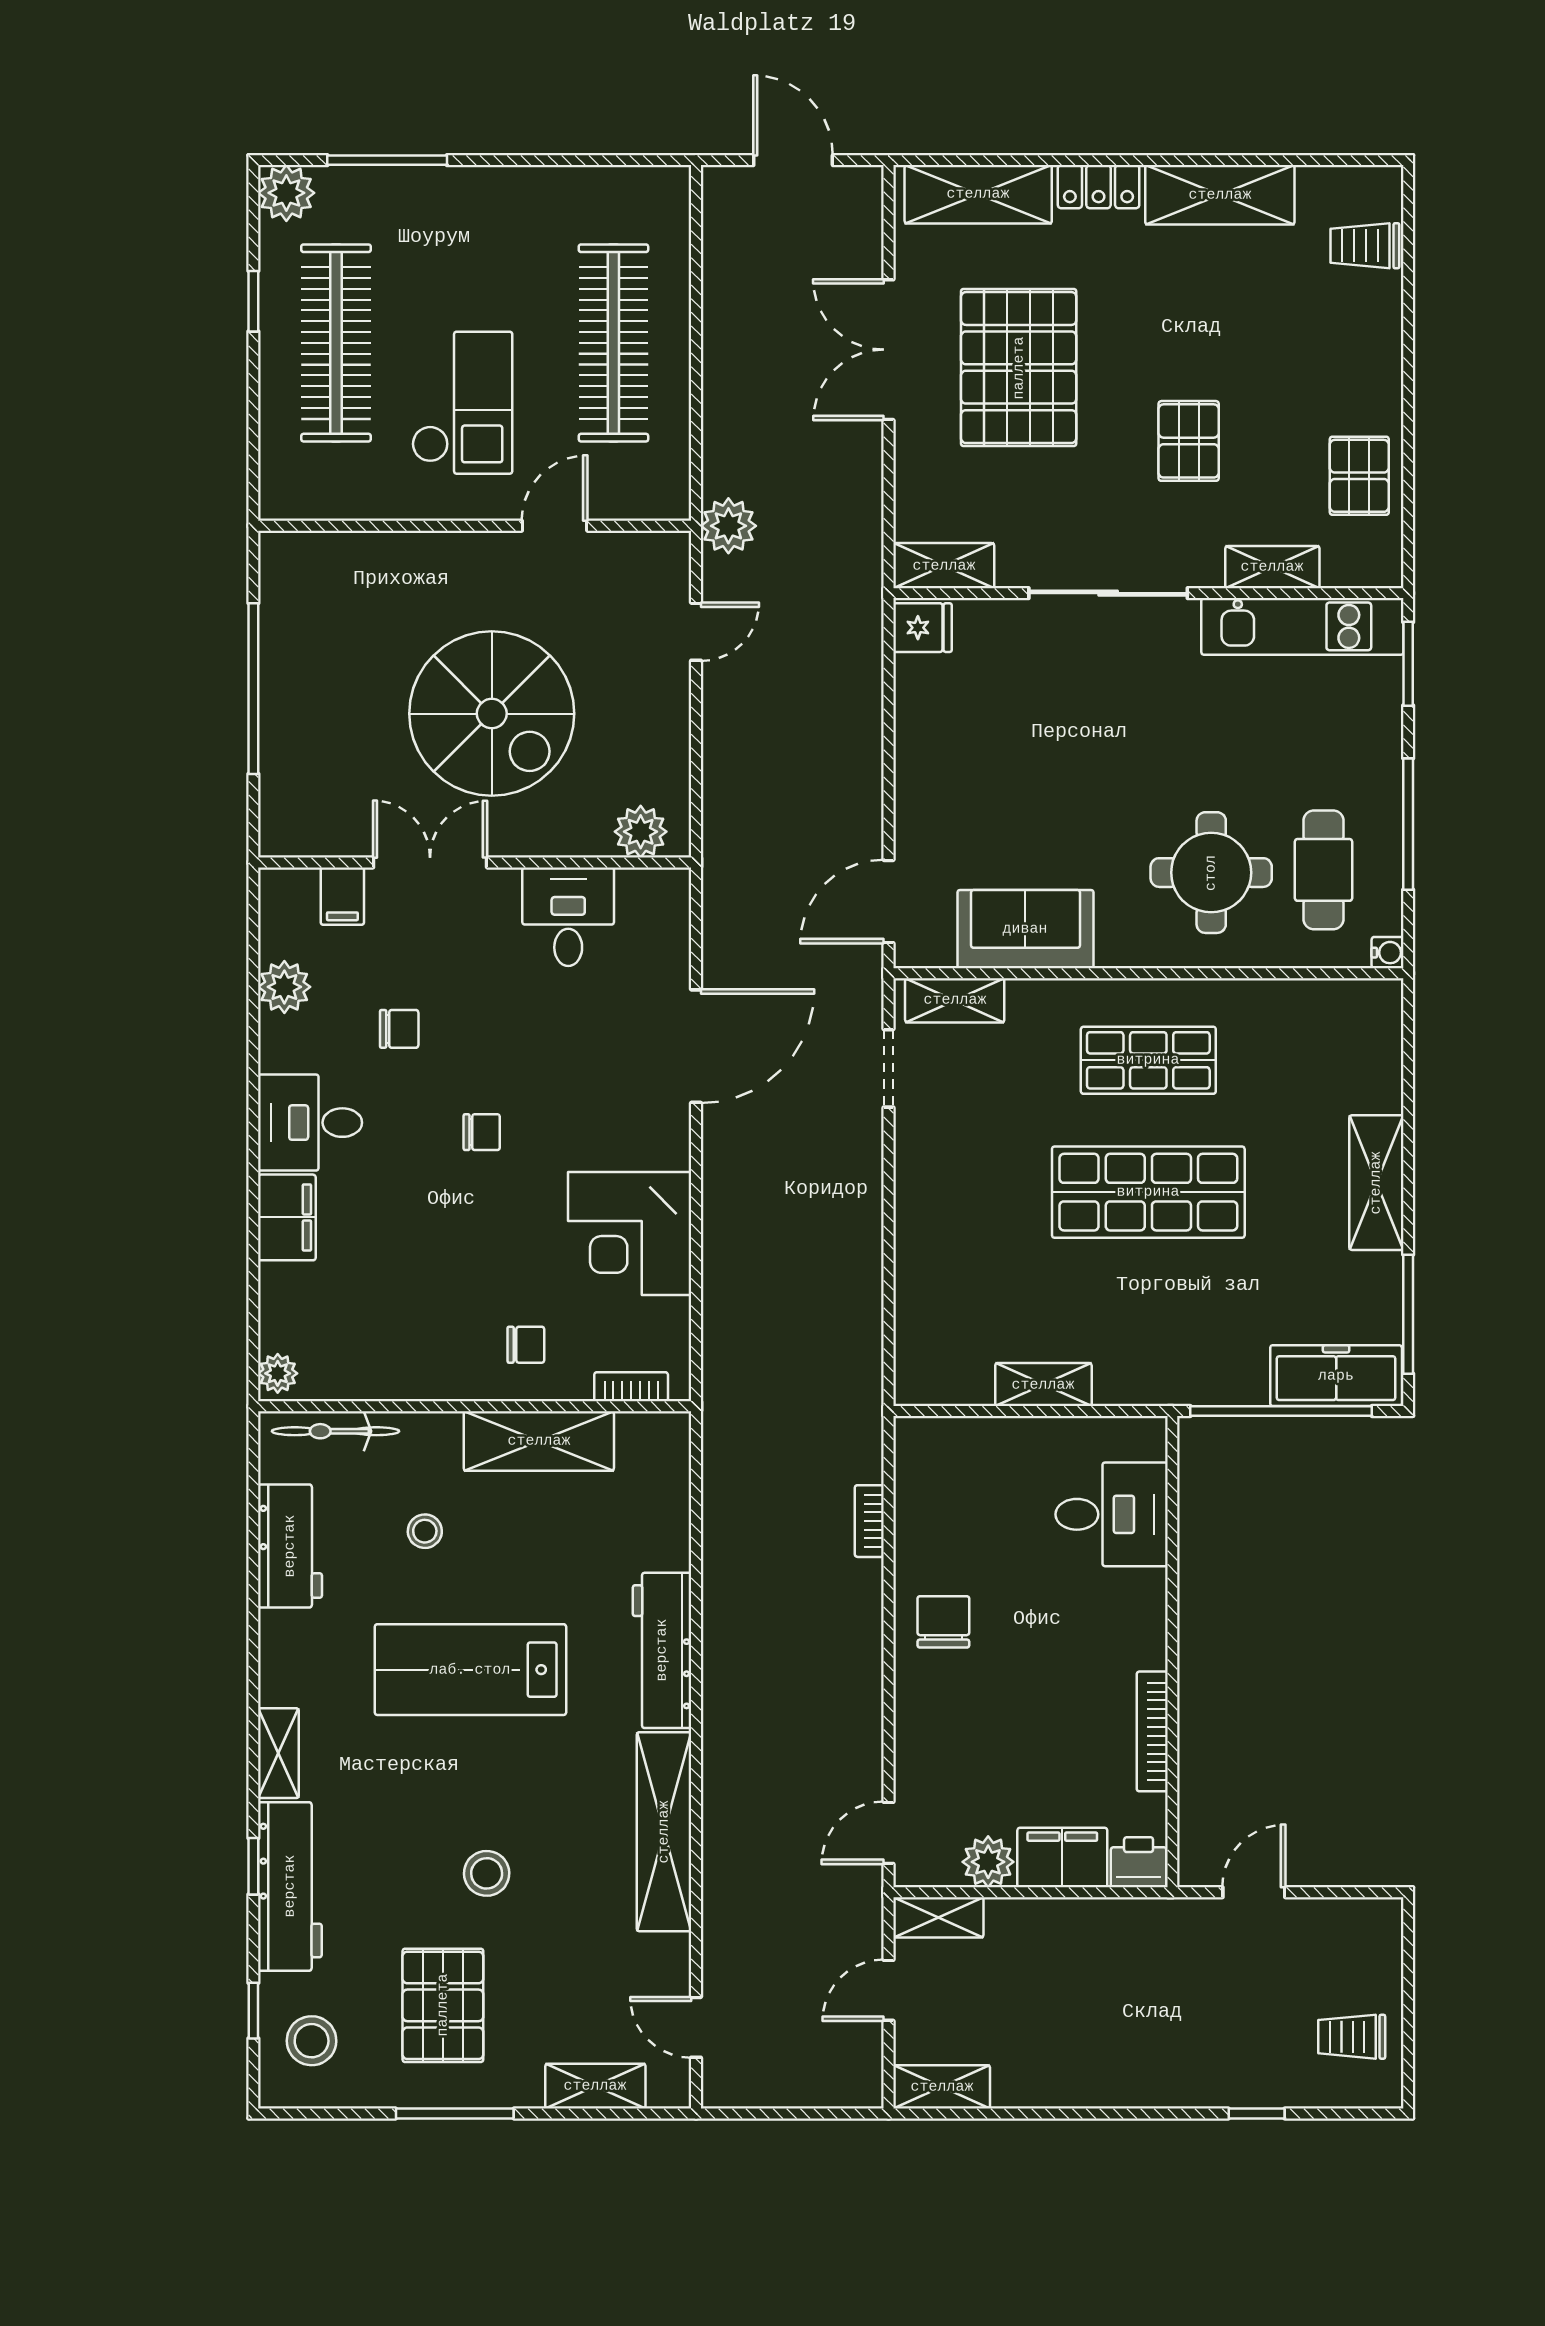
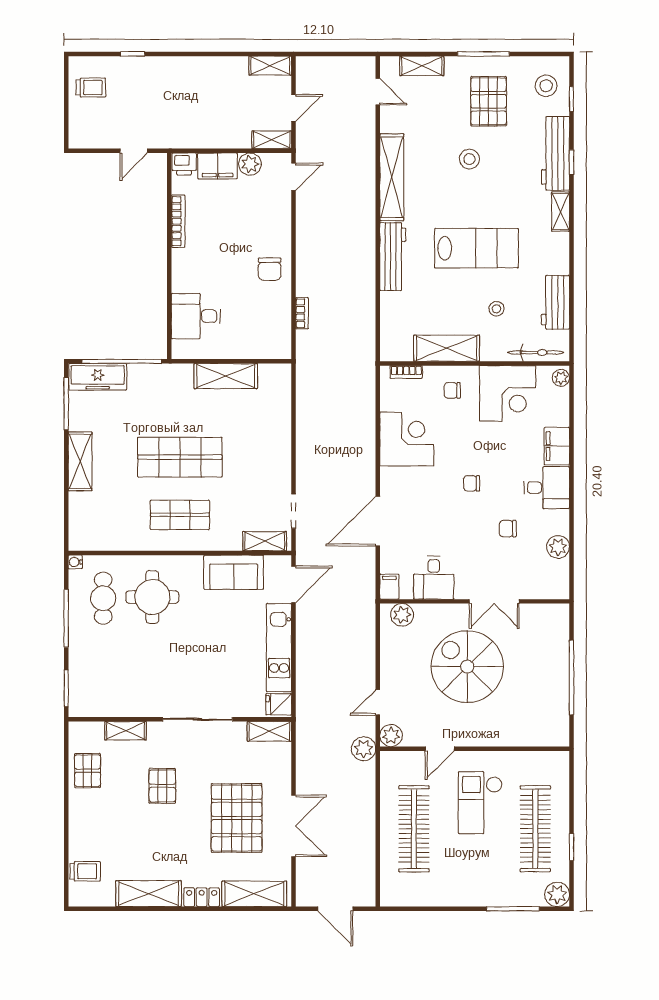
plant: (666, 556) -> (391, 736), added
kitchen unit: (1302, 626) -> (279, 648), moved, turned -90
filing cabinet: (342, 896) -> (389, 587), moved
corner desk: (399, 1338) -> (508, 393), added
shelving: (1043, 1385) -> (226, 376), width x1.50, depth x1.33

